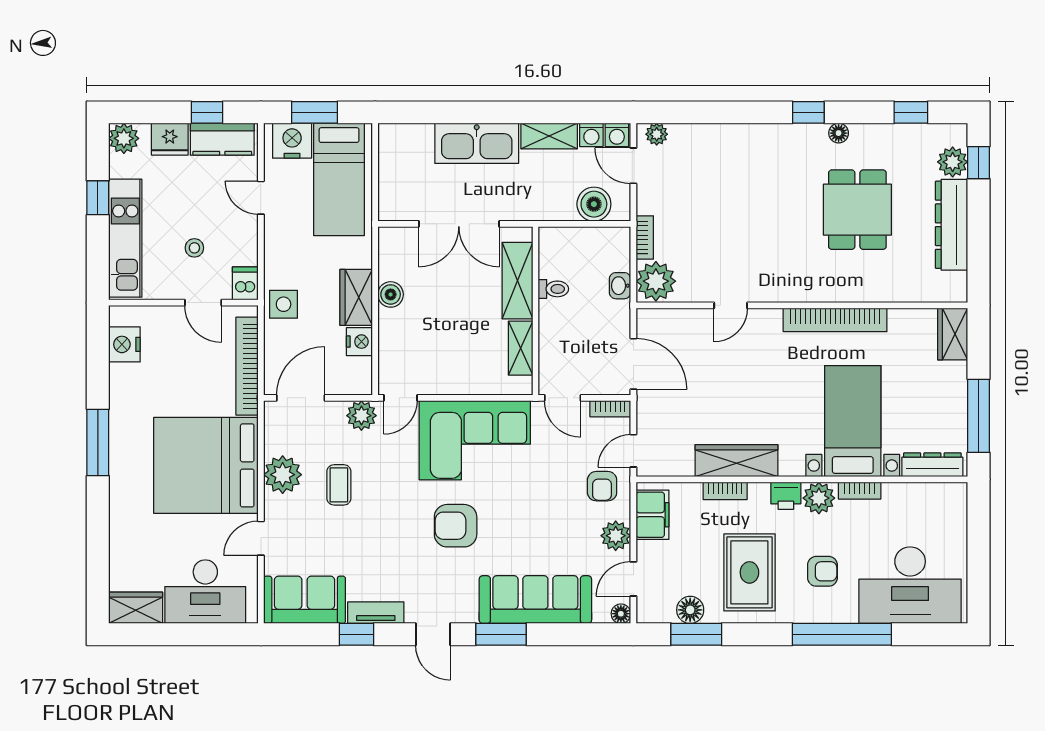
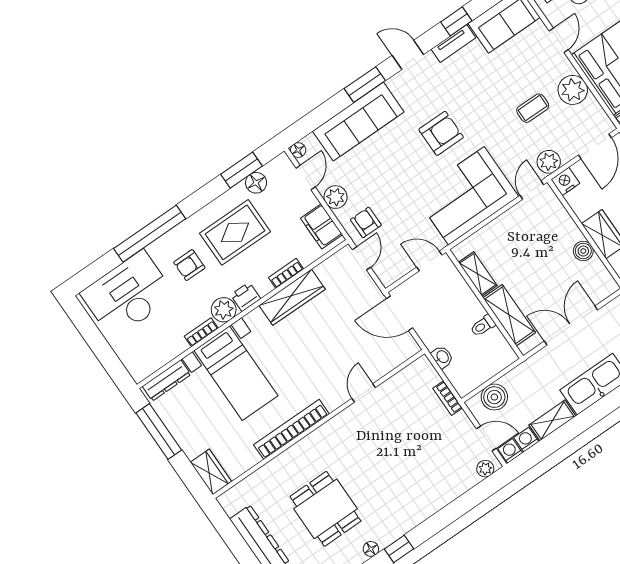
plant: (656, 281) -> (421, 375), removed
nightstand: (359, 342) -> (565, 181), moved, turned 90
bookcase: (610, 409) -> (395, 275), removed
coffee table: (339, 485) -> (533, 108), turned 90
rug: (749, 572) -> (235, 232), turned 90

